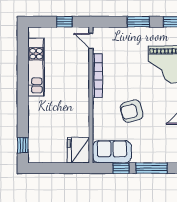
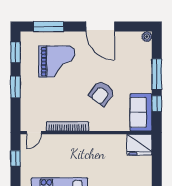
armchair: (132, 111) -> (102, 93), turned 51

